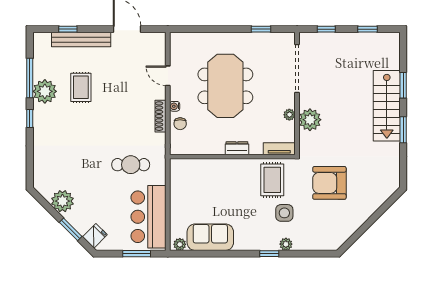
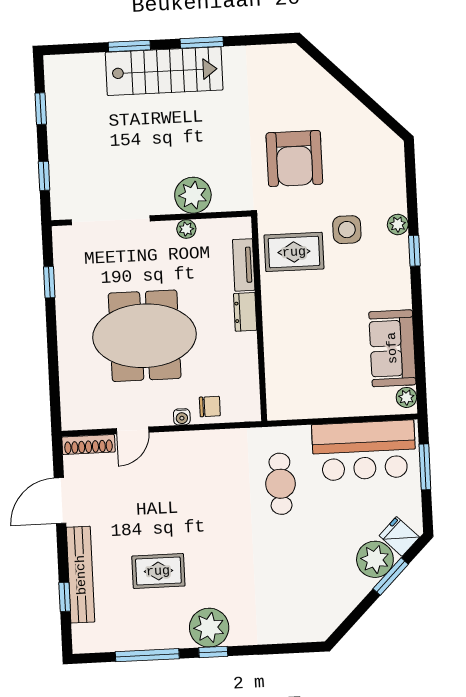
plant: (45, 91) -> (209, 628), moved
shoe rack: (161, 116) -> (88, 444), moved
tv unit: (279, 149) -> (244, 265), moved
plant: (62, 201) -> (375, 559), moved

